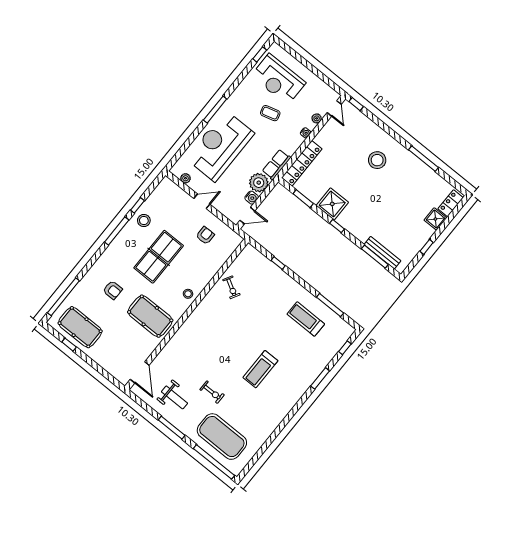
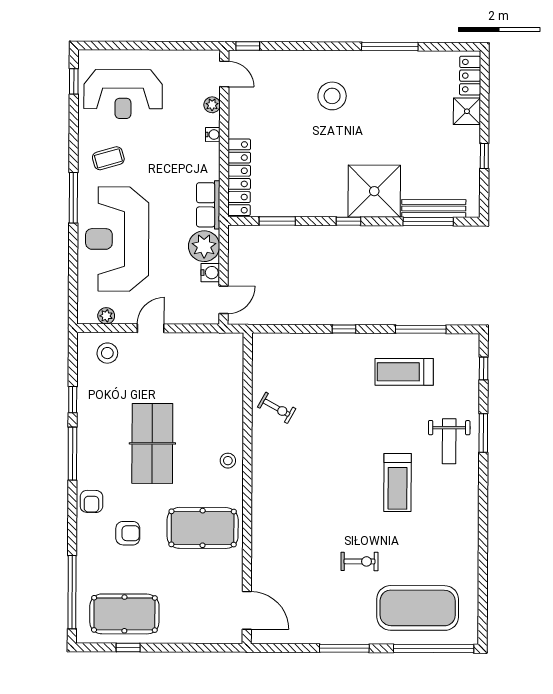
coffee table: (270, 113) -> (108, 158), moved
shower: (332, 204) -> (374, 191), moved, width x1.37, depth x1.37
stool: (144, 220) -> (107, 353), moved
armchair: (205, 235) -> (91, 501), moved, turned 180
window: (278, 263) -> (344, 329), moved
weight bench: (174, 397) -> (449, 441), moved, turned 90

